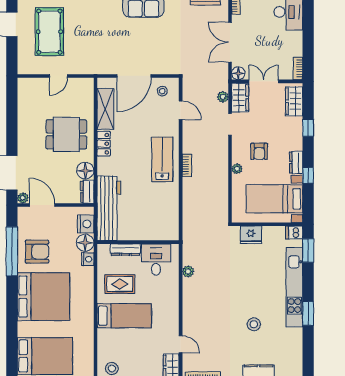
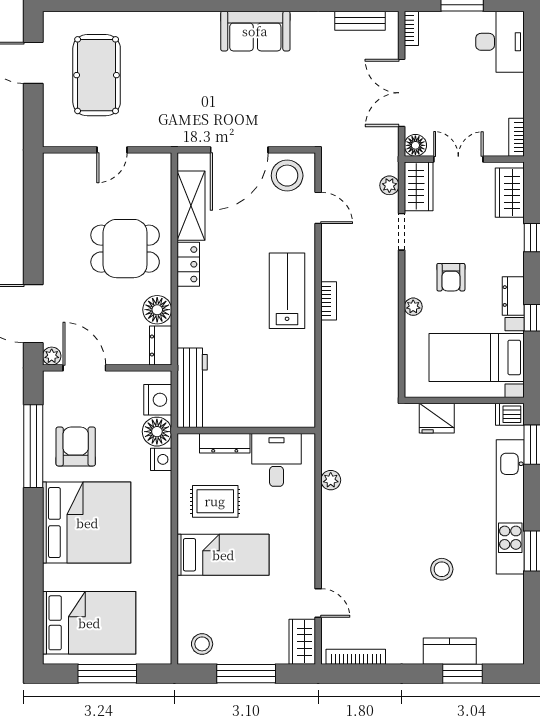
stool: (162, 91) -> (287, 176), width x1.89, depth x1.89
workbench: (109, 208) -> (192, 388), width x0.73, depth x0.76
armchair: (37, 252) -> (76, 447), turned -90

